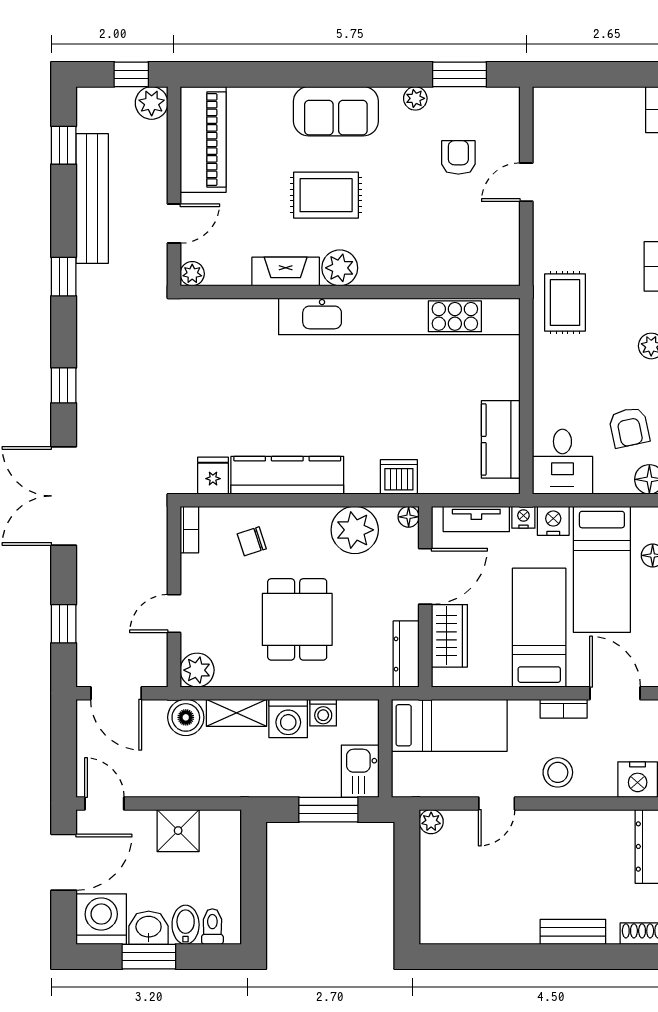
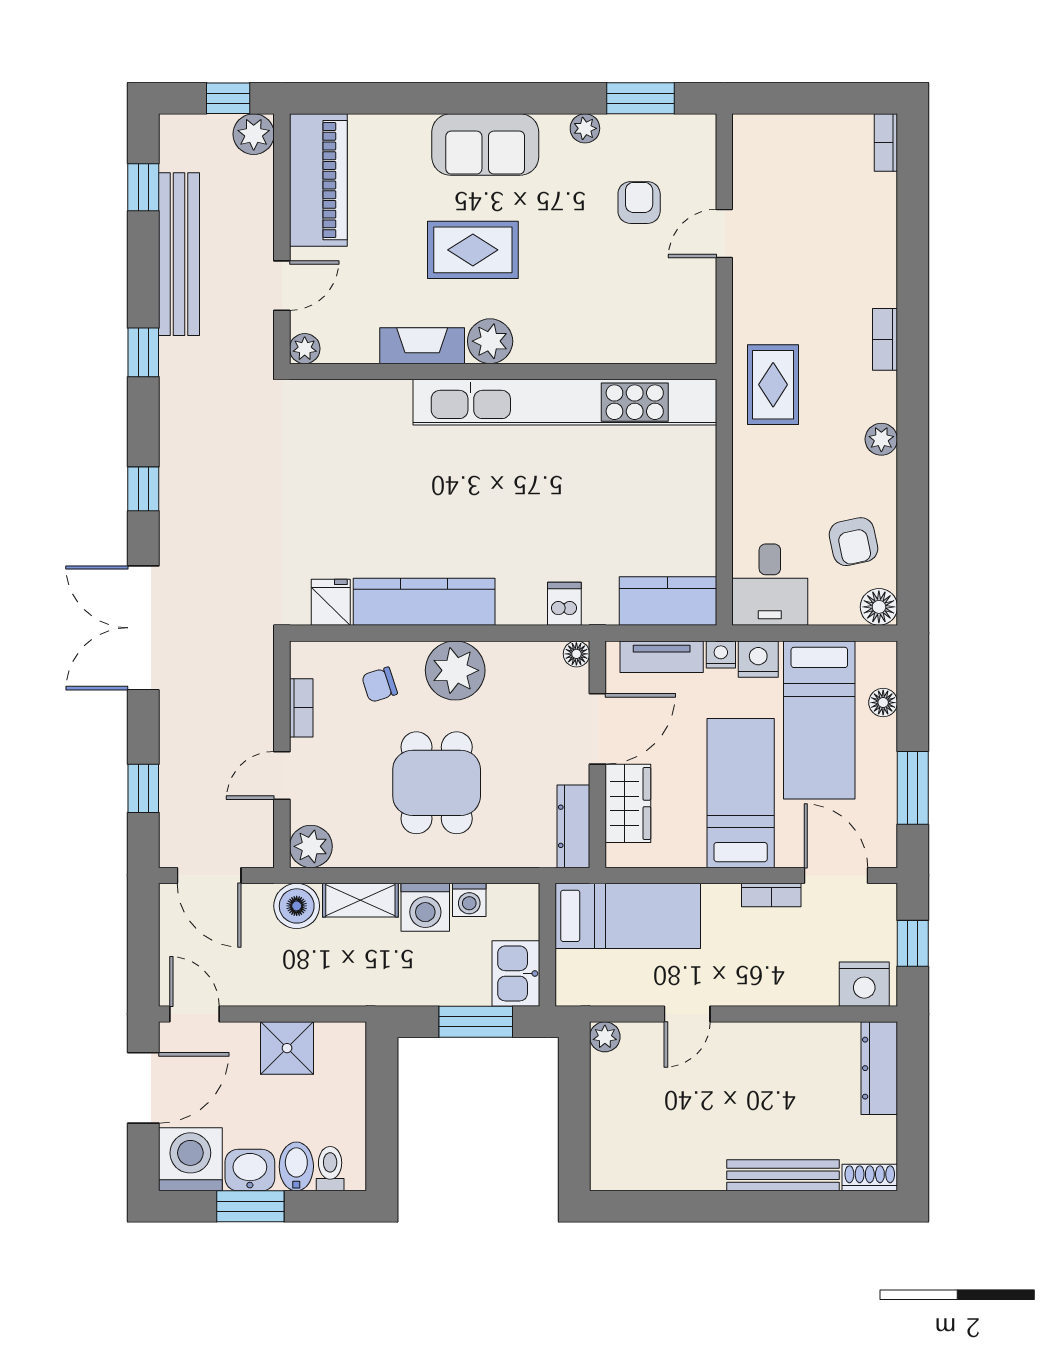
kitchen counter: (501, 439) -> (668, 601), moved, turned 90
dishwasher: (399, 477) -> (564, 604), width x0.73
bookcase: (189, 530) -> (301, 708), moved
plant: (355, 530) -> (455, 670), moved
stool: (558, 772) -> (764, 975), removed
bench: (573, 932) -> (783, 1175), width x1.36

